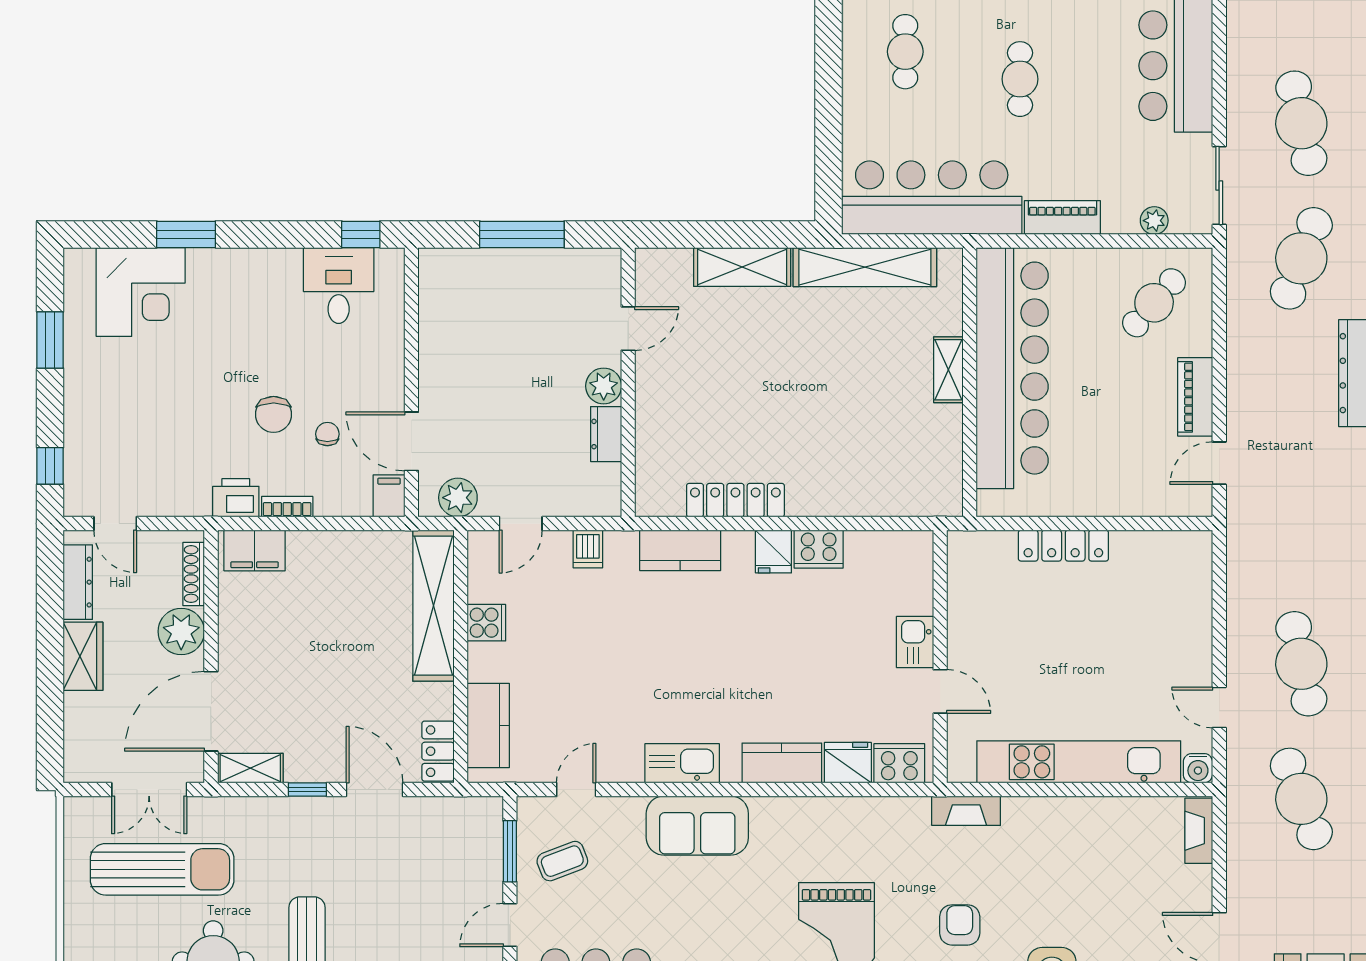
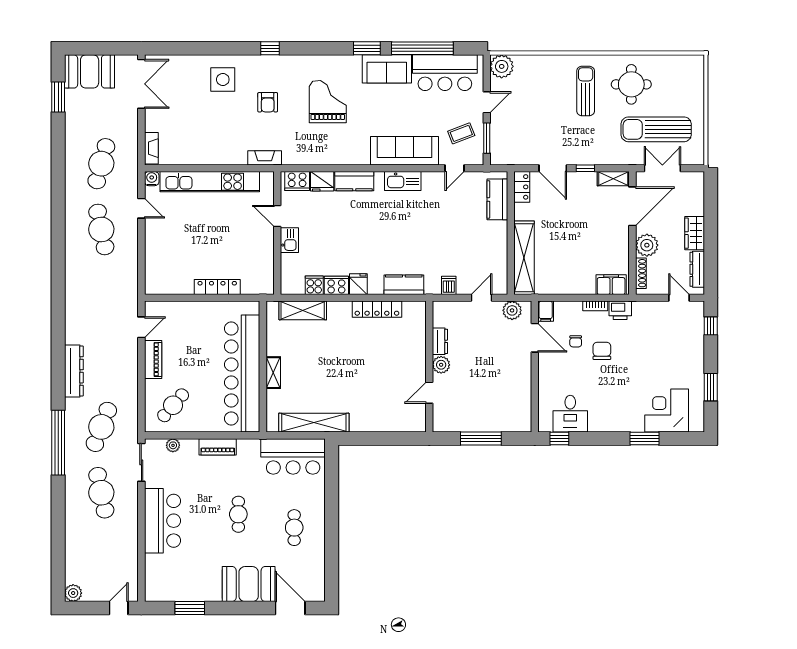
bar counter: (932, 198) -> (293, 456), width x0.73
shelving: (742, 267) -> (303, 310), moved
cooker: (486, 623) -> (314, 285), moved, turned 90
cafe table: (1301, 799) -> (101, 164), turned 36
sofa: (697, 826) -> (404, 151), width x1.36

